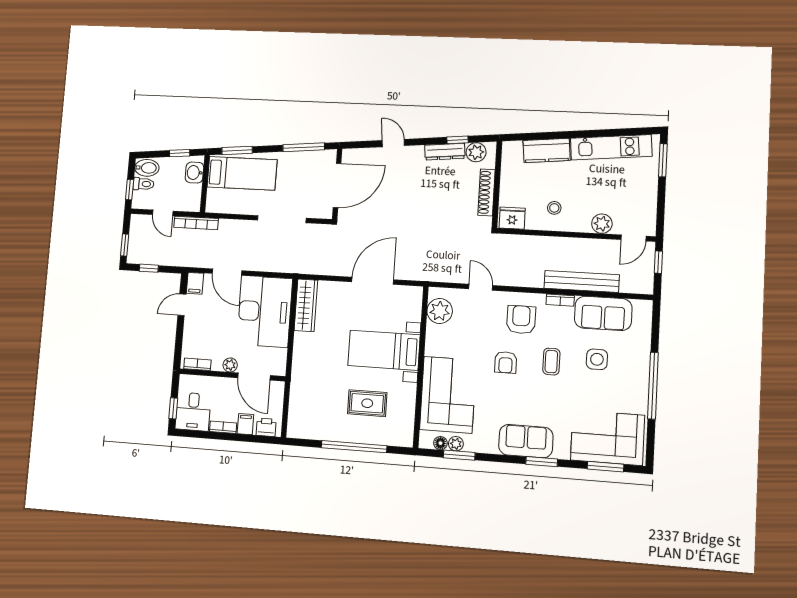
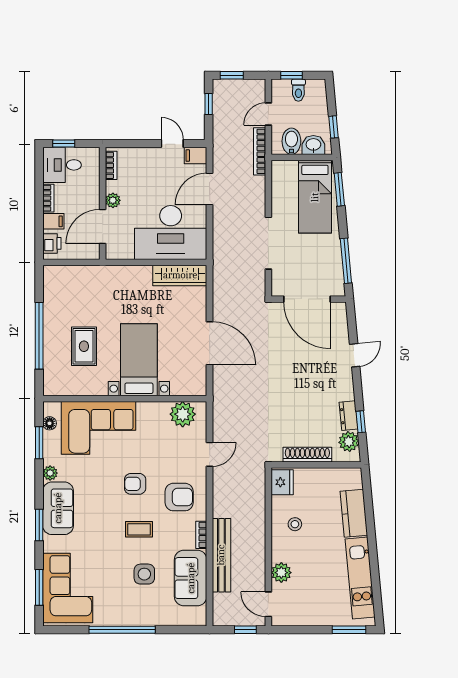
dresser: (445, 152) -> (348, 416), width x0.70
bidet: (147, 168) -> (291, 141), moved, turned 180
plant: (456, 444) -> (50, 473), moved

